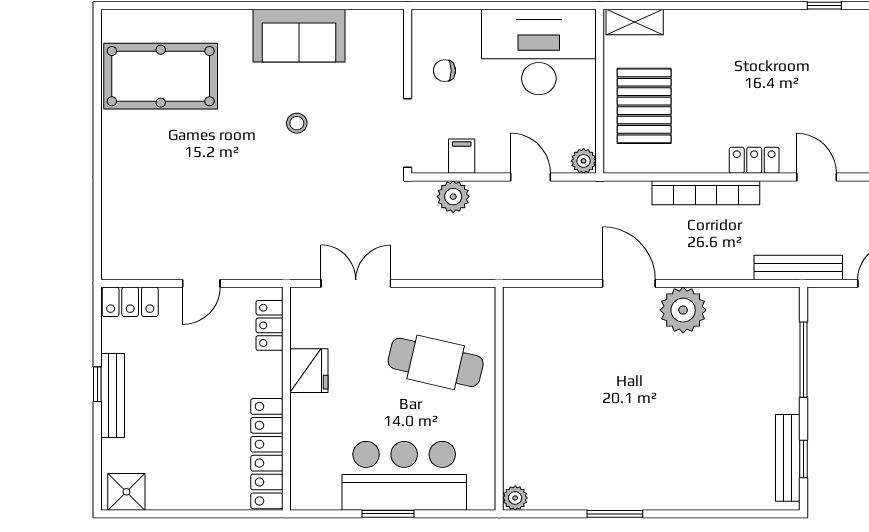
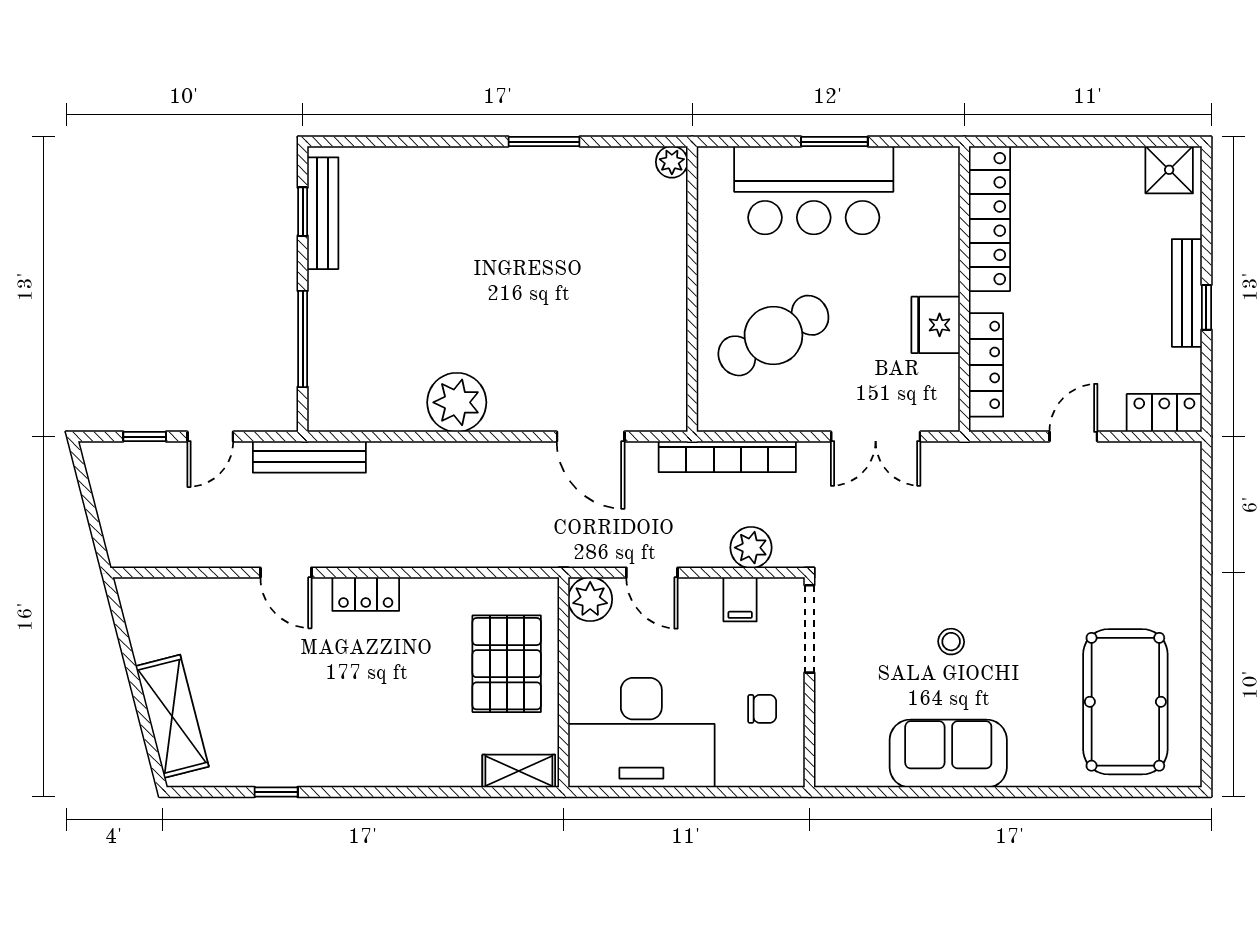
pool table: (161, 76) -> (1125, 702), turned 90
plant: (584, 161) -> (590, 599), width x1.38, depth x1.38
bookcase: (706, 193) -> (727, 457), moved, turned 180
door: (629, 283) -> (591, 437), moved
locker: (269, 325) -> (986, 365), width x1.53
cafe table: (436, 362) -> (773, 336), turned -42

